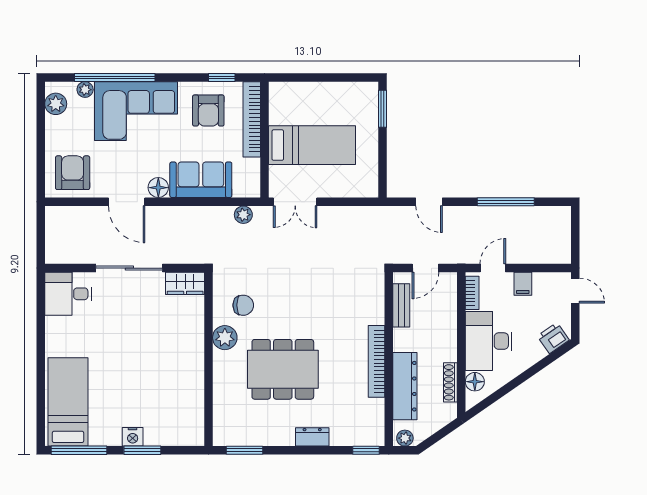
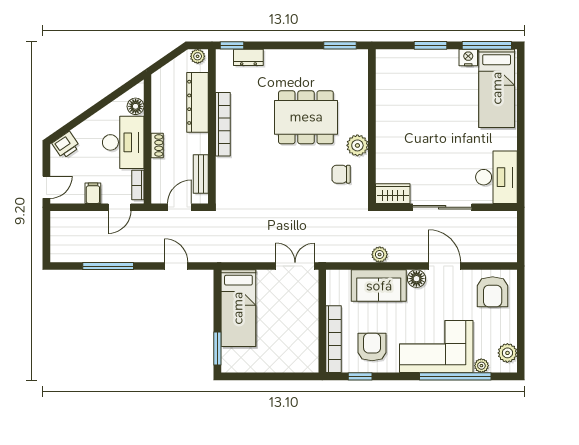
bed: (312, 145) -> (238, 308), moved, turned -90
plant: (243, 215) -> (380, 255), moved
door: (575, 291) -> (46, 187), swing flipped
desk: (68, 294) -> (496, 177), width x1.37
shoe rack: (450, 382) -> (157, 145), moved, width x0.70
nightstand: (133, 437) -> (468, 57), moved
dresser: (312, 437) -> (248, 57), moved

